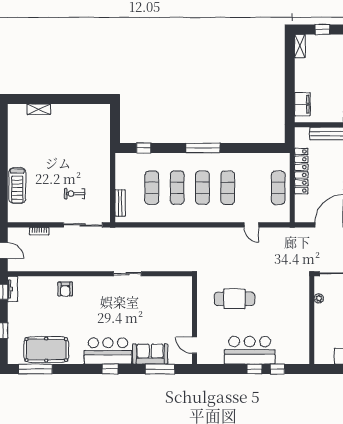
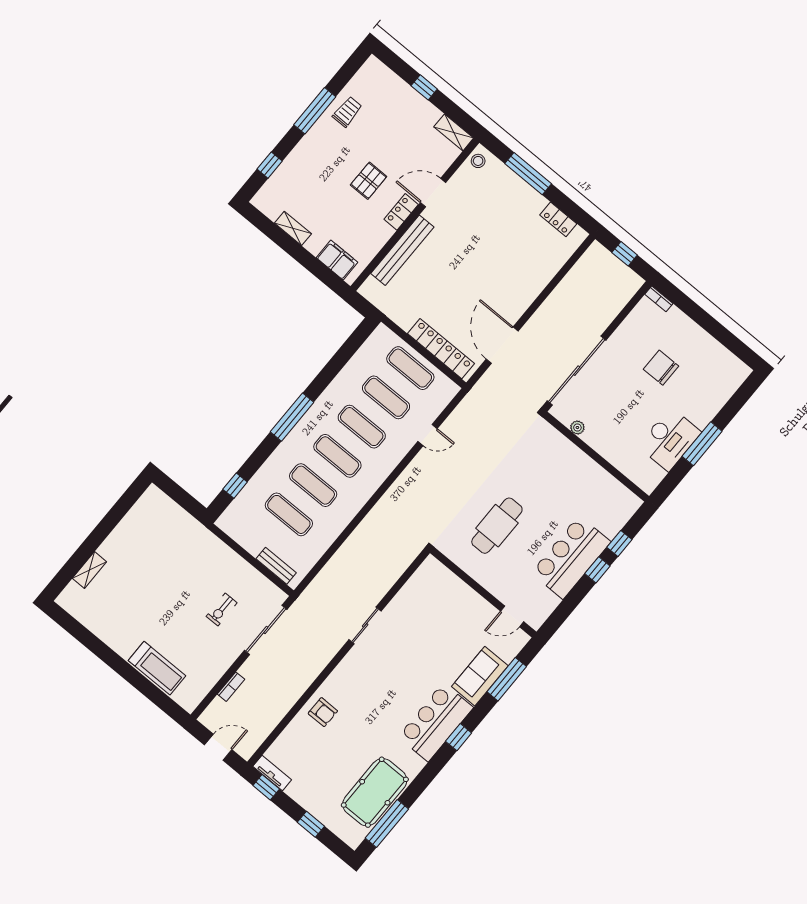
shelving: (300, 46) -> (293, 228), moved
locker: (301, 171) -> (441, 349), moved
exercise mat: (253, 188) -> (386, 397), added

